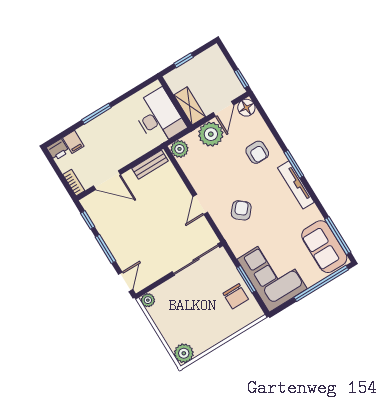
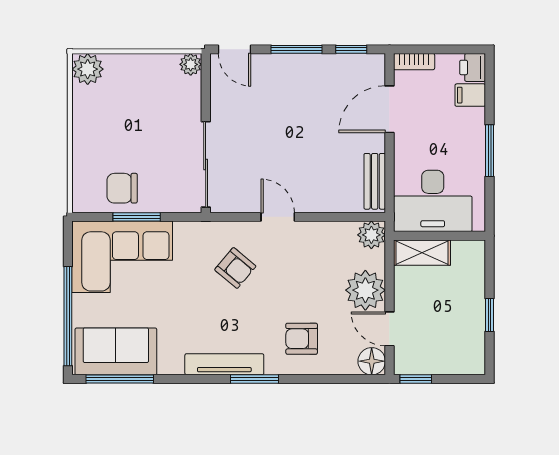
wall: (175, 102) -> (439, 236), moved
shelving: (190, 106) -> (422, 253), moved
desk: (159, 117) -> (433, 201), moved

